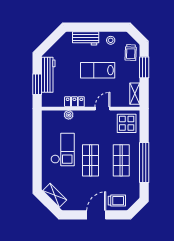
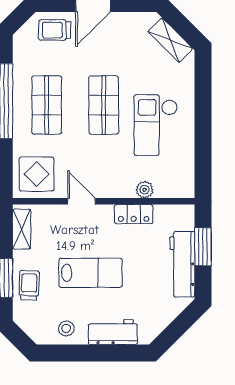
trolley: (131, 53) -> (29, 285), moved
door: (102, 109) -> (82, 201), swing flipped

